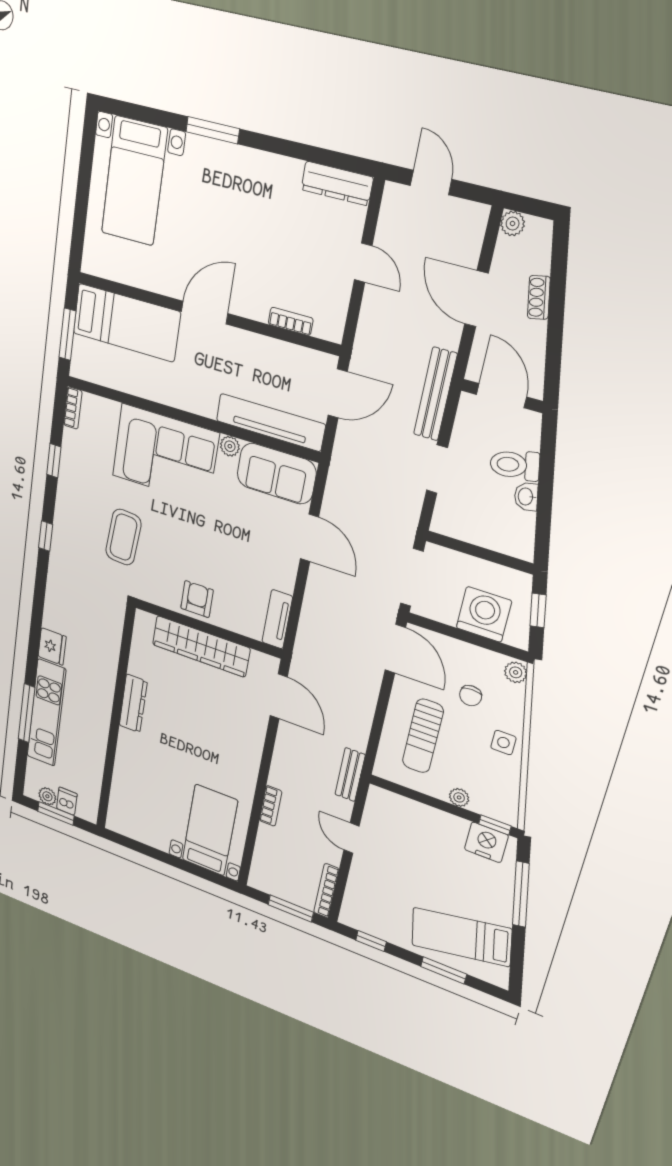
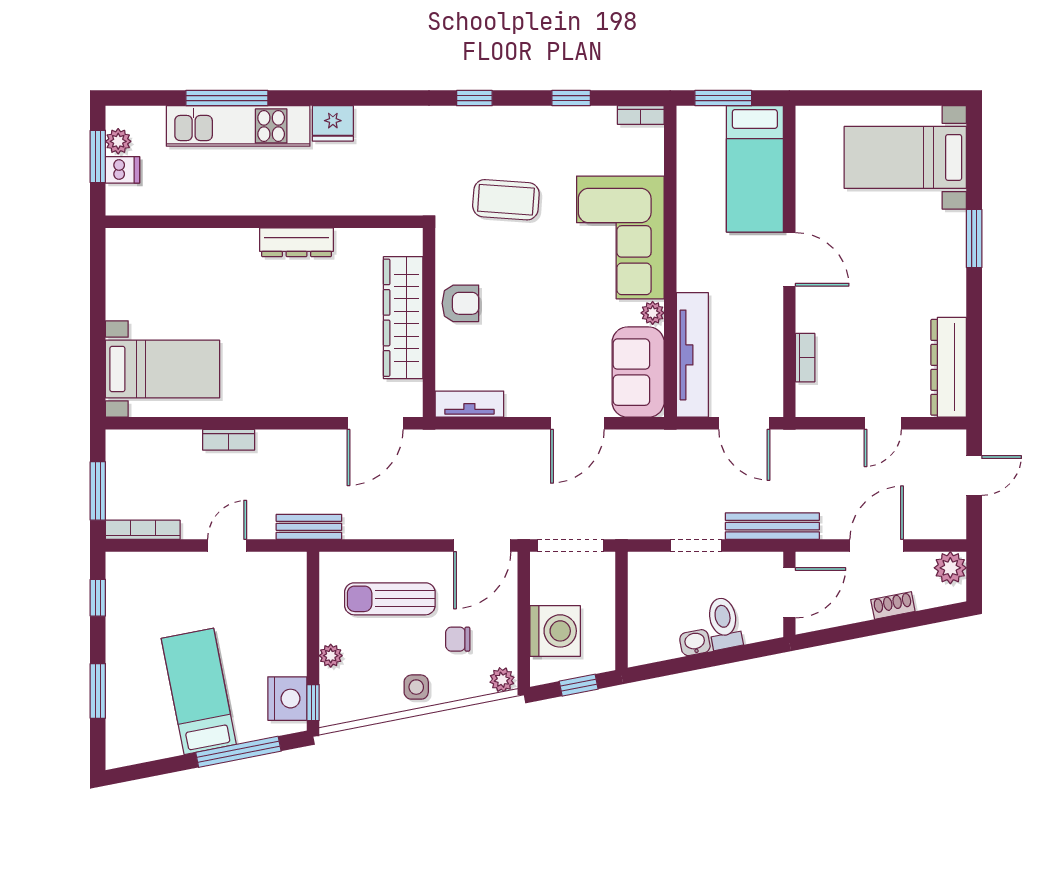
dresser: (337, 183) -> (949, 367), width x1.37, depth x1.24
plant: (513, 223) -> (950, 568), width x1.38, depth x1.38
bed: (461, 937) -> (199, 691), moved

